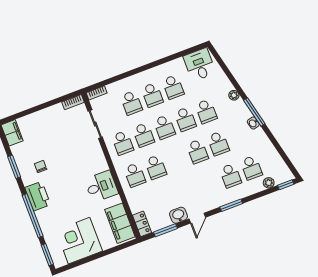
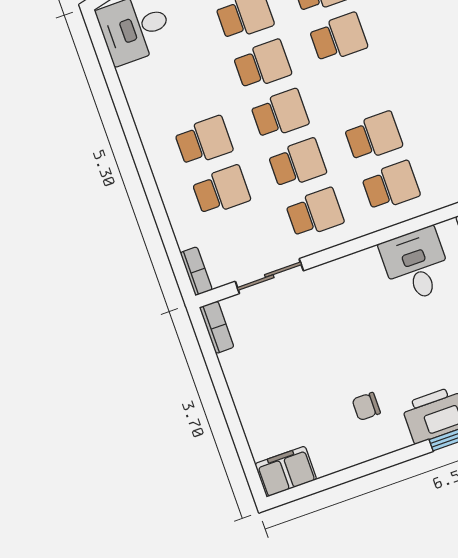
school desk: (173, 87) -> (186, 92), removed
window: (14, 167) -> (366, 469), removed

